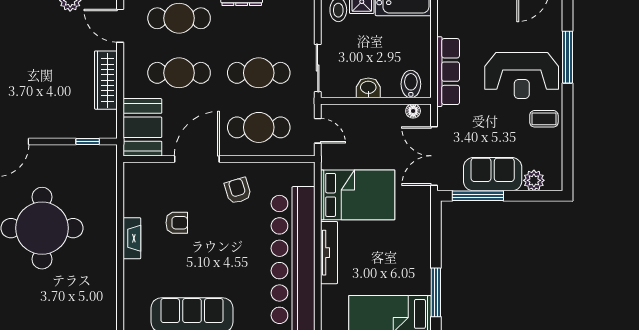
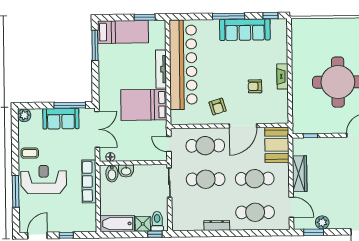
washbasin: (368, 88) -> (126, 171), moved
plant: (534, 180) -> (24, 115), moved

